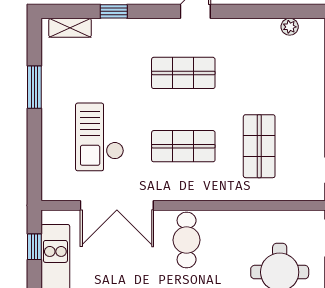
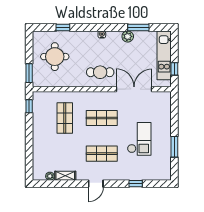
shelving: (70, 28) -> (65, 176), moved
checkout: (100, 137) -> (139, 139), moved
cafe table: (187, 240) -> (100, 72), turned 90

